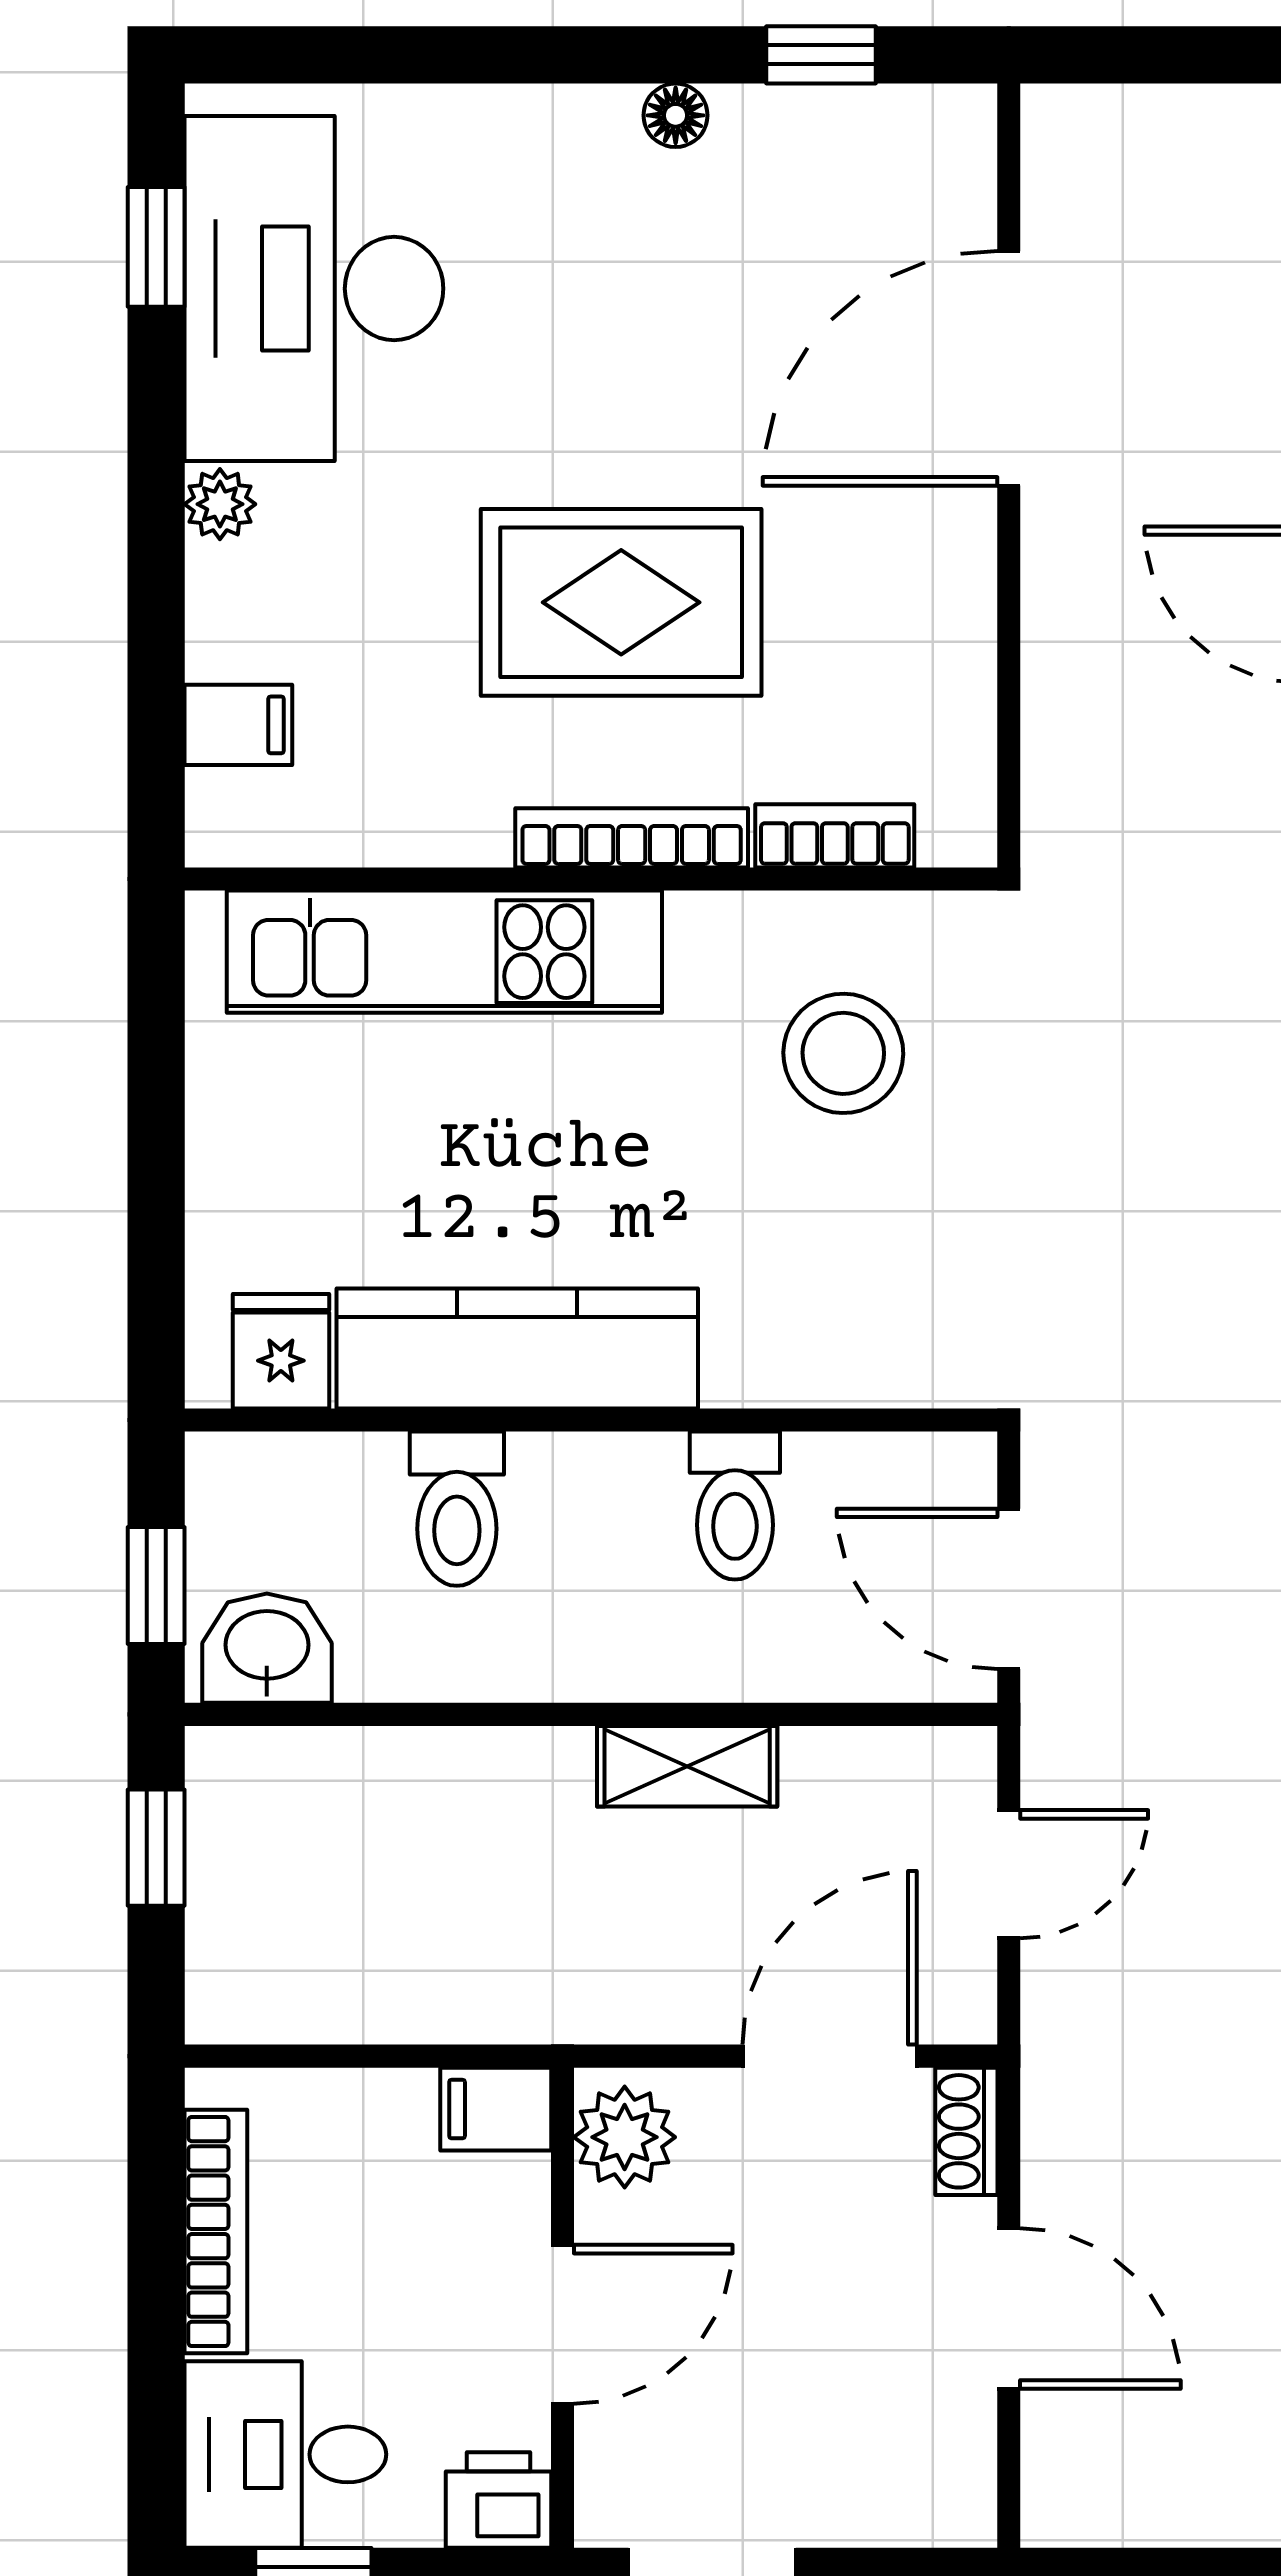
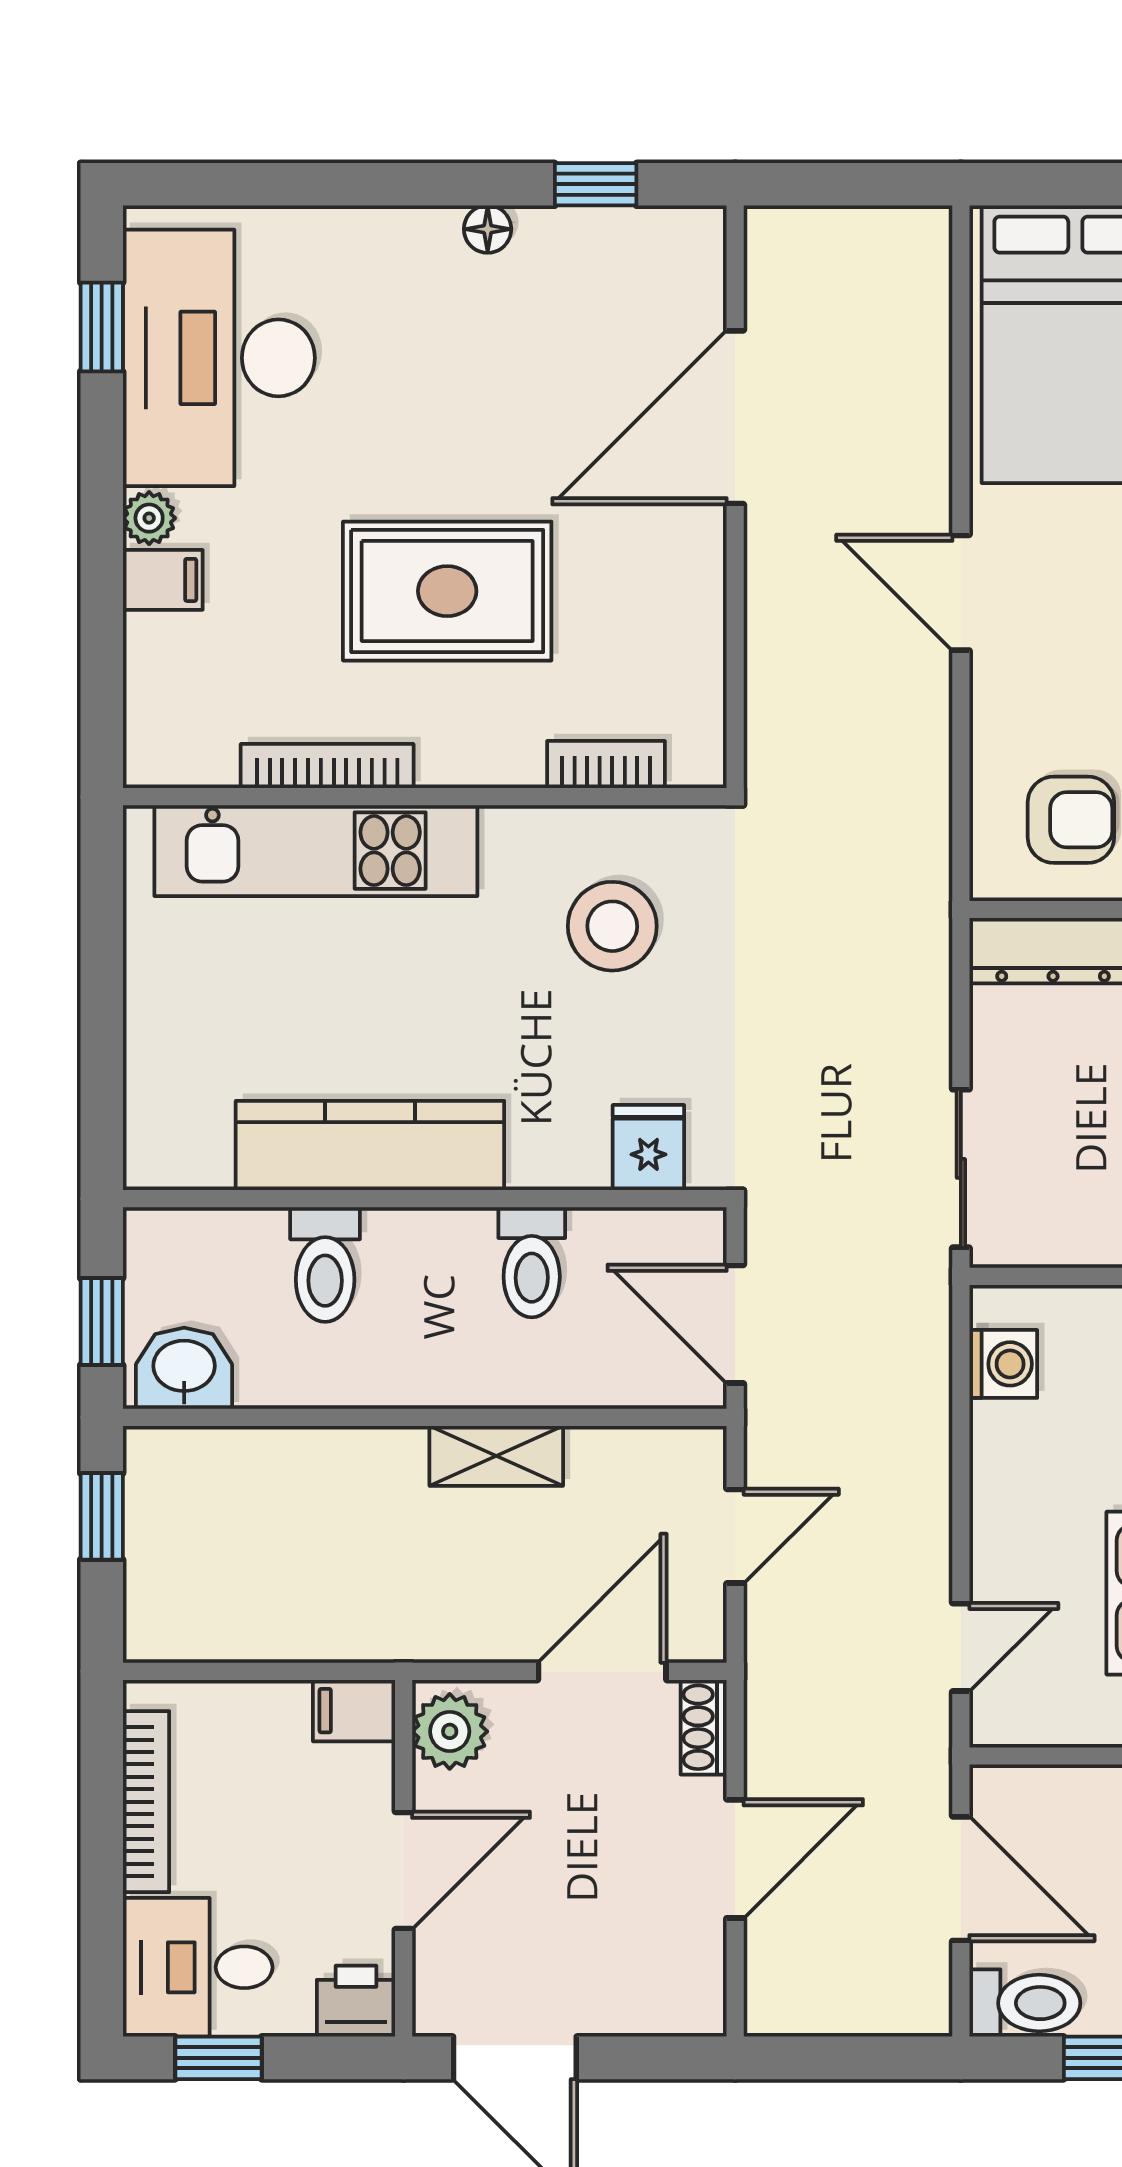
filing cabinet: (238, 725) -> (163, 580), moved
bookcase: (632, 838) -> (327, 766), moved
fridge: (281, 1351) -> (648, 1148), moved
door: (1009, 2308) -> (735, 1859), hinge flipped

